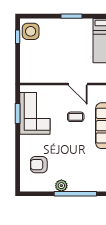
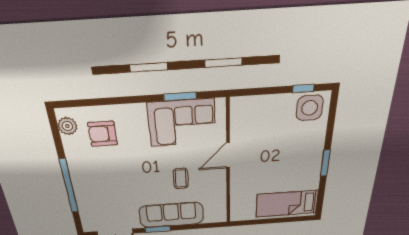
door: (78, 84) -> (228, 155), moved
armchair: (39, 165) -> (103, 134), turned -90
plant: (61, 186) -> (67, 126), moved

